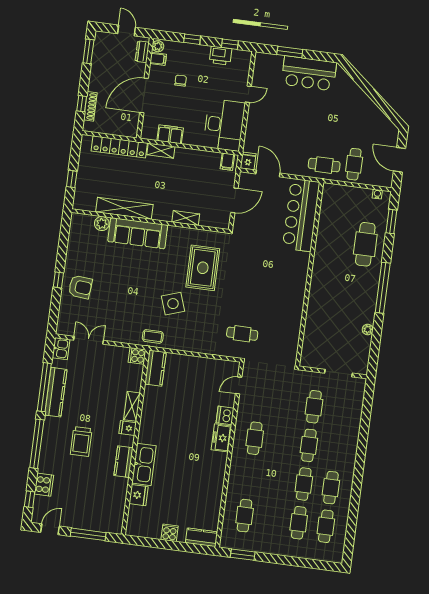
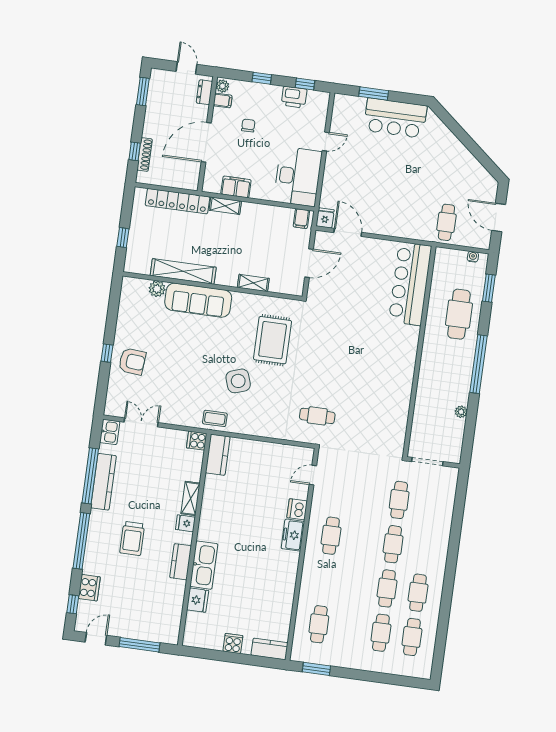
cafe table: (324, 165) -> (412, 223), removed
bar counter: (301, 215) -> (410, 284), moved
wall: (309, 274) -> (419, 351), moved

